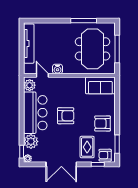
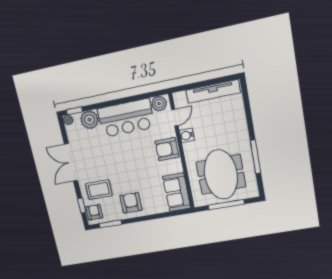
meeting table: (93, 49) -> (221, 175), turned 90
armchair: (66, 116) -> (167, 149), moved, turned 90

